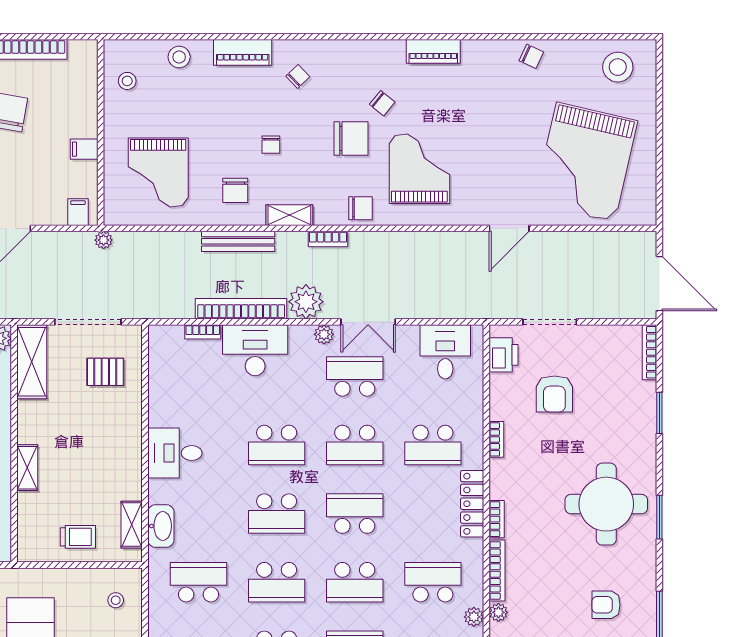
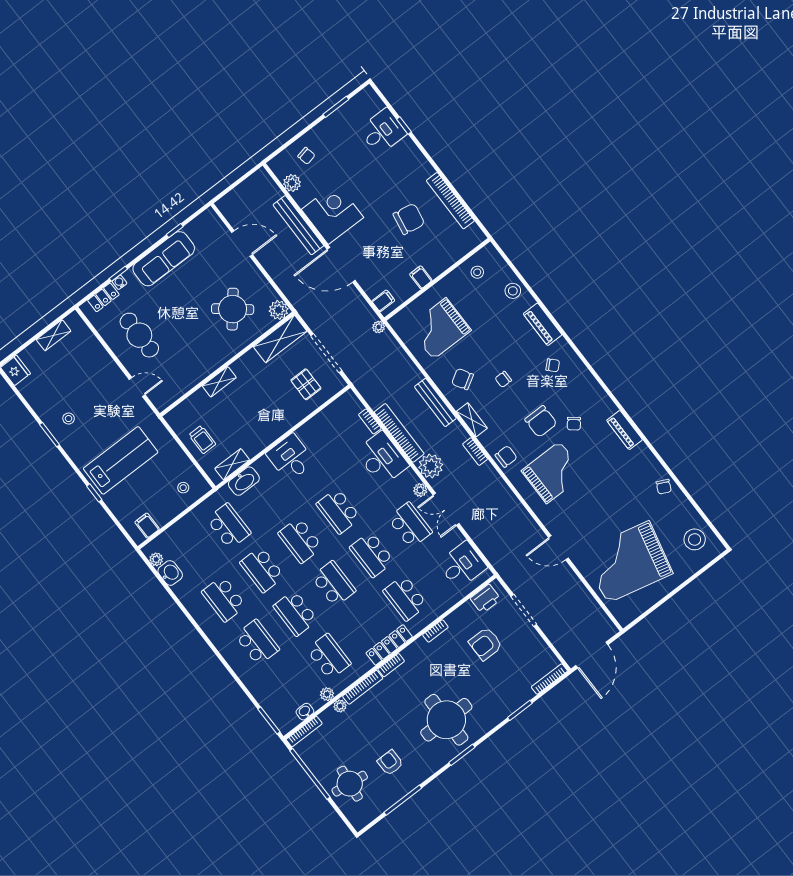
chair: (235, 190) -> (462, 379), turned 59
chair: (360, 208) -> (506, 456), turned -90

